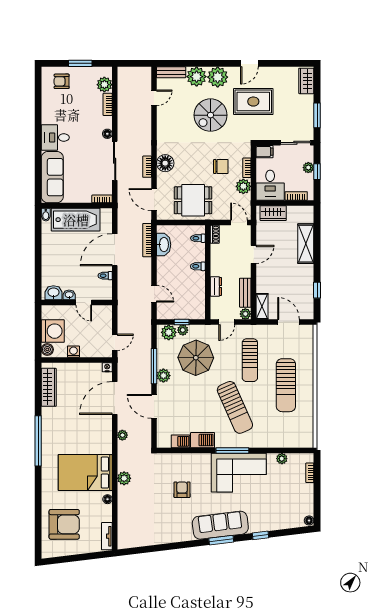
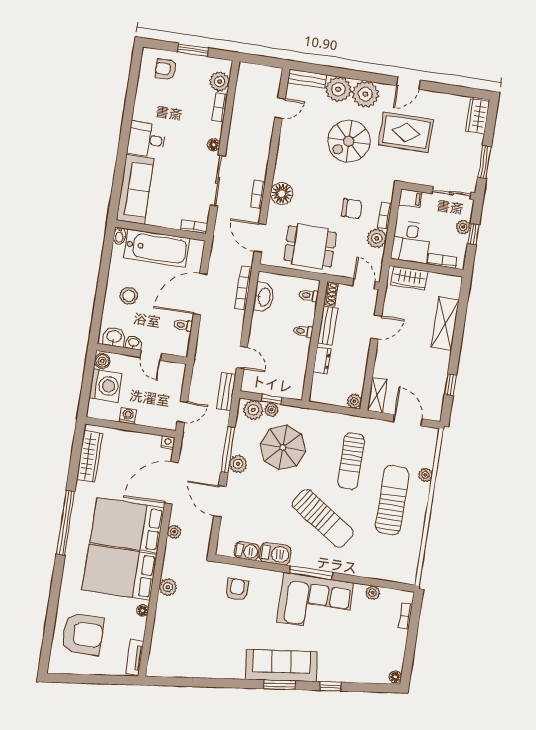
stool: (60, 259) -> (129, 296), added
bench: (245, 293) -> (328, 326), moved
bench: (146, 321) -> (226, 392), added
door: (227, 322) -> (329, 408), removed
boiler: (47, 349) -> (102, 361), moved
plant: (308, 362) -> (425, 475), added
sun lounger: (286, 385) -> (392, 500), turned 180
sun lounger: (235, 407) -> (323, 518), turned -32
bed: (86, 436) -> (127, 525), added
armchair: (182, 490) -> (237, 590), moved

